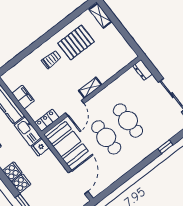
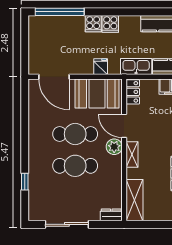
shelving: (120, 62) -> (135, 200), added
plant: (94, 104) -> (114, 147), added
fridge: (40, 147) -> (101, 67), moved

